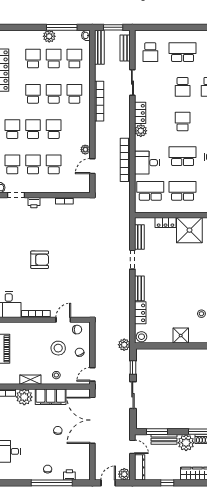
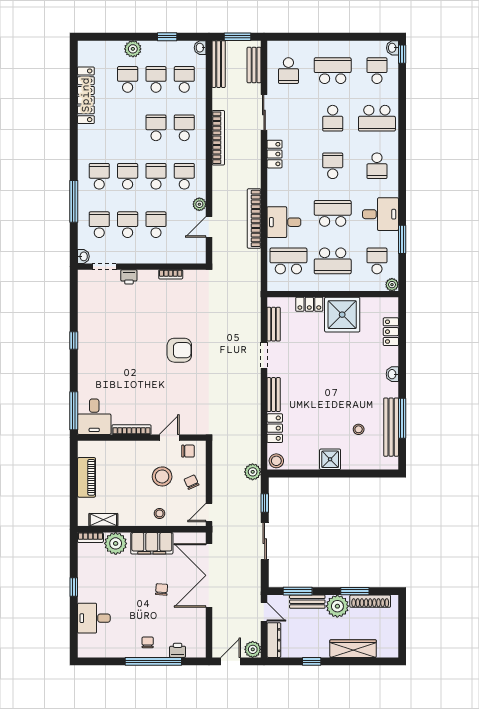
window: (62, 27) -> (167, 37), width x0.46
plant: (49, 36) -> (133, 49), moved
school desk: (33, 94) -> (184, 176), moved
plant: (141, 131) -> (275, 178), removed
school desk: (183, 191) -> (333, 261), turned 180
armchair: (40, 260) -> (179, 350), moved
shelving: (30, 380) -> (103, 520), moved

